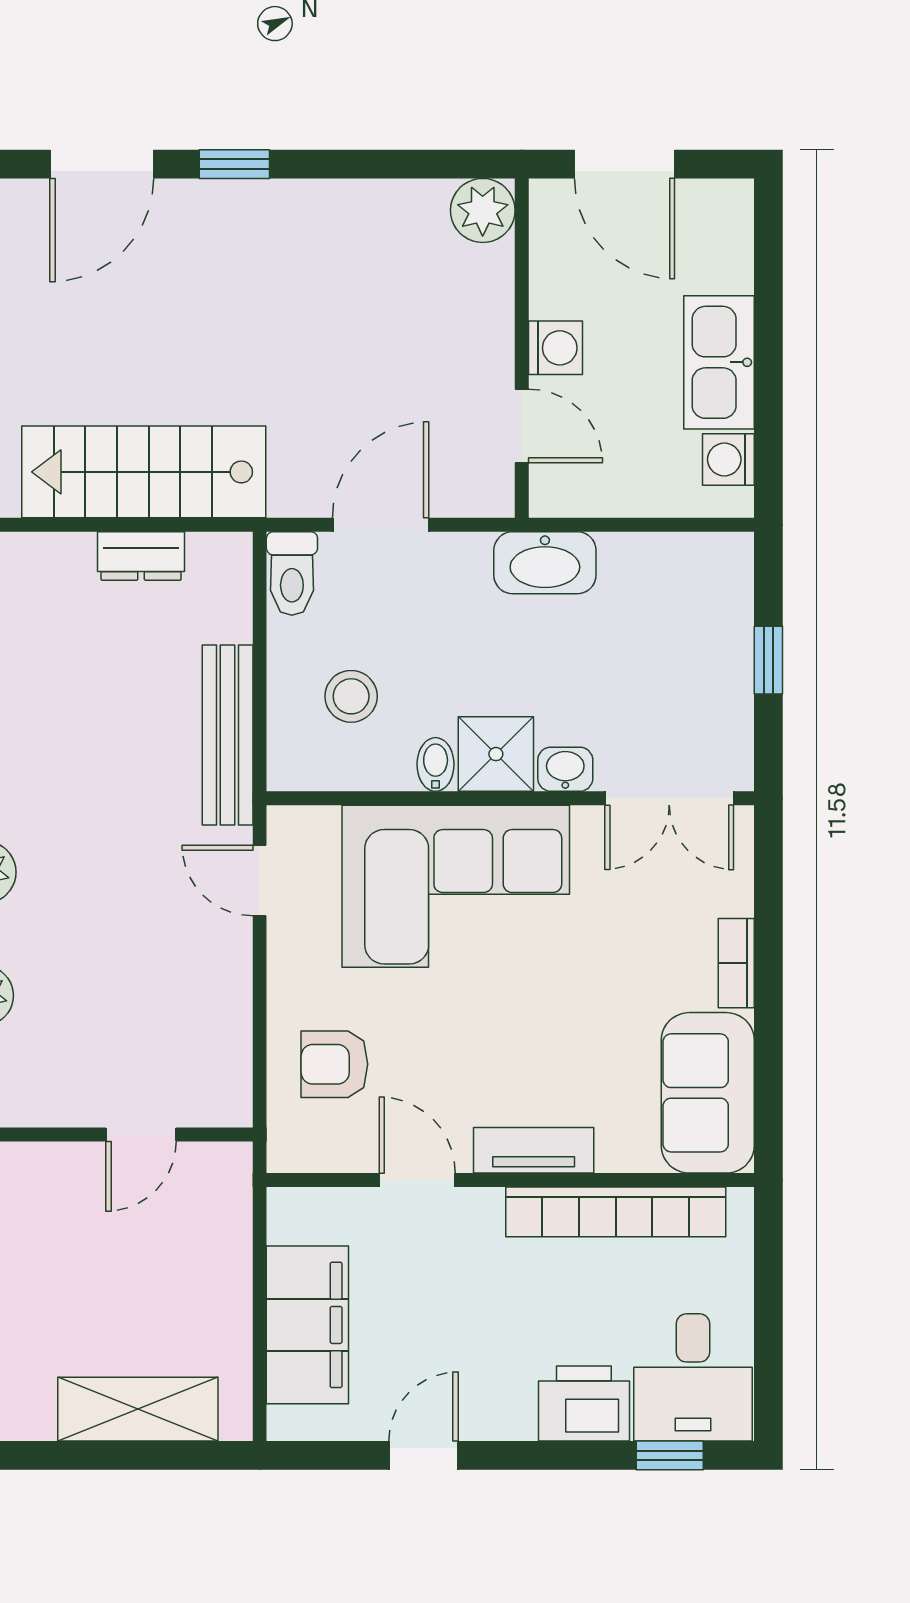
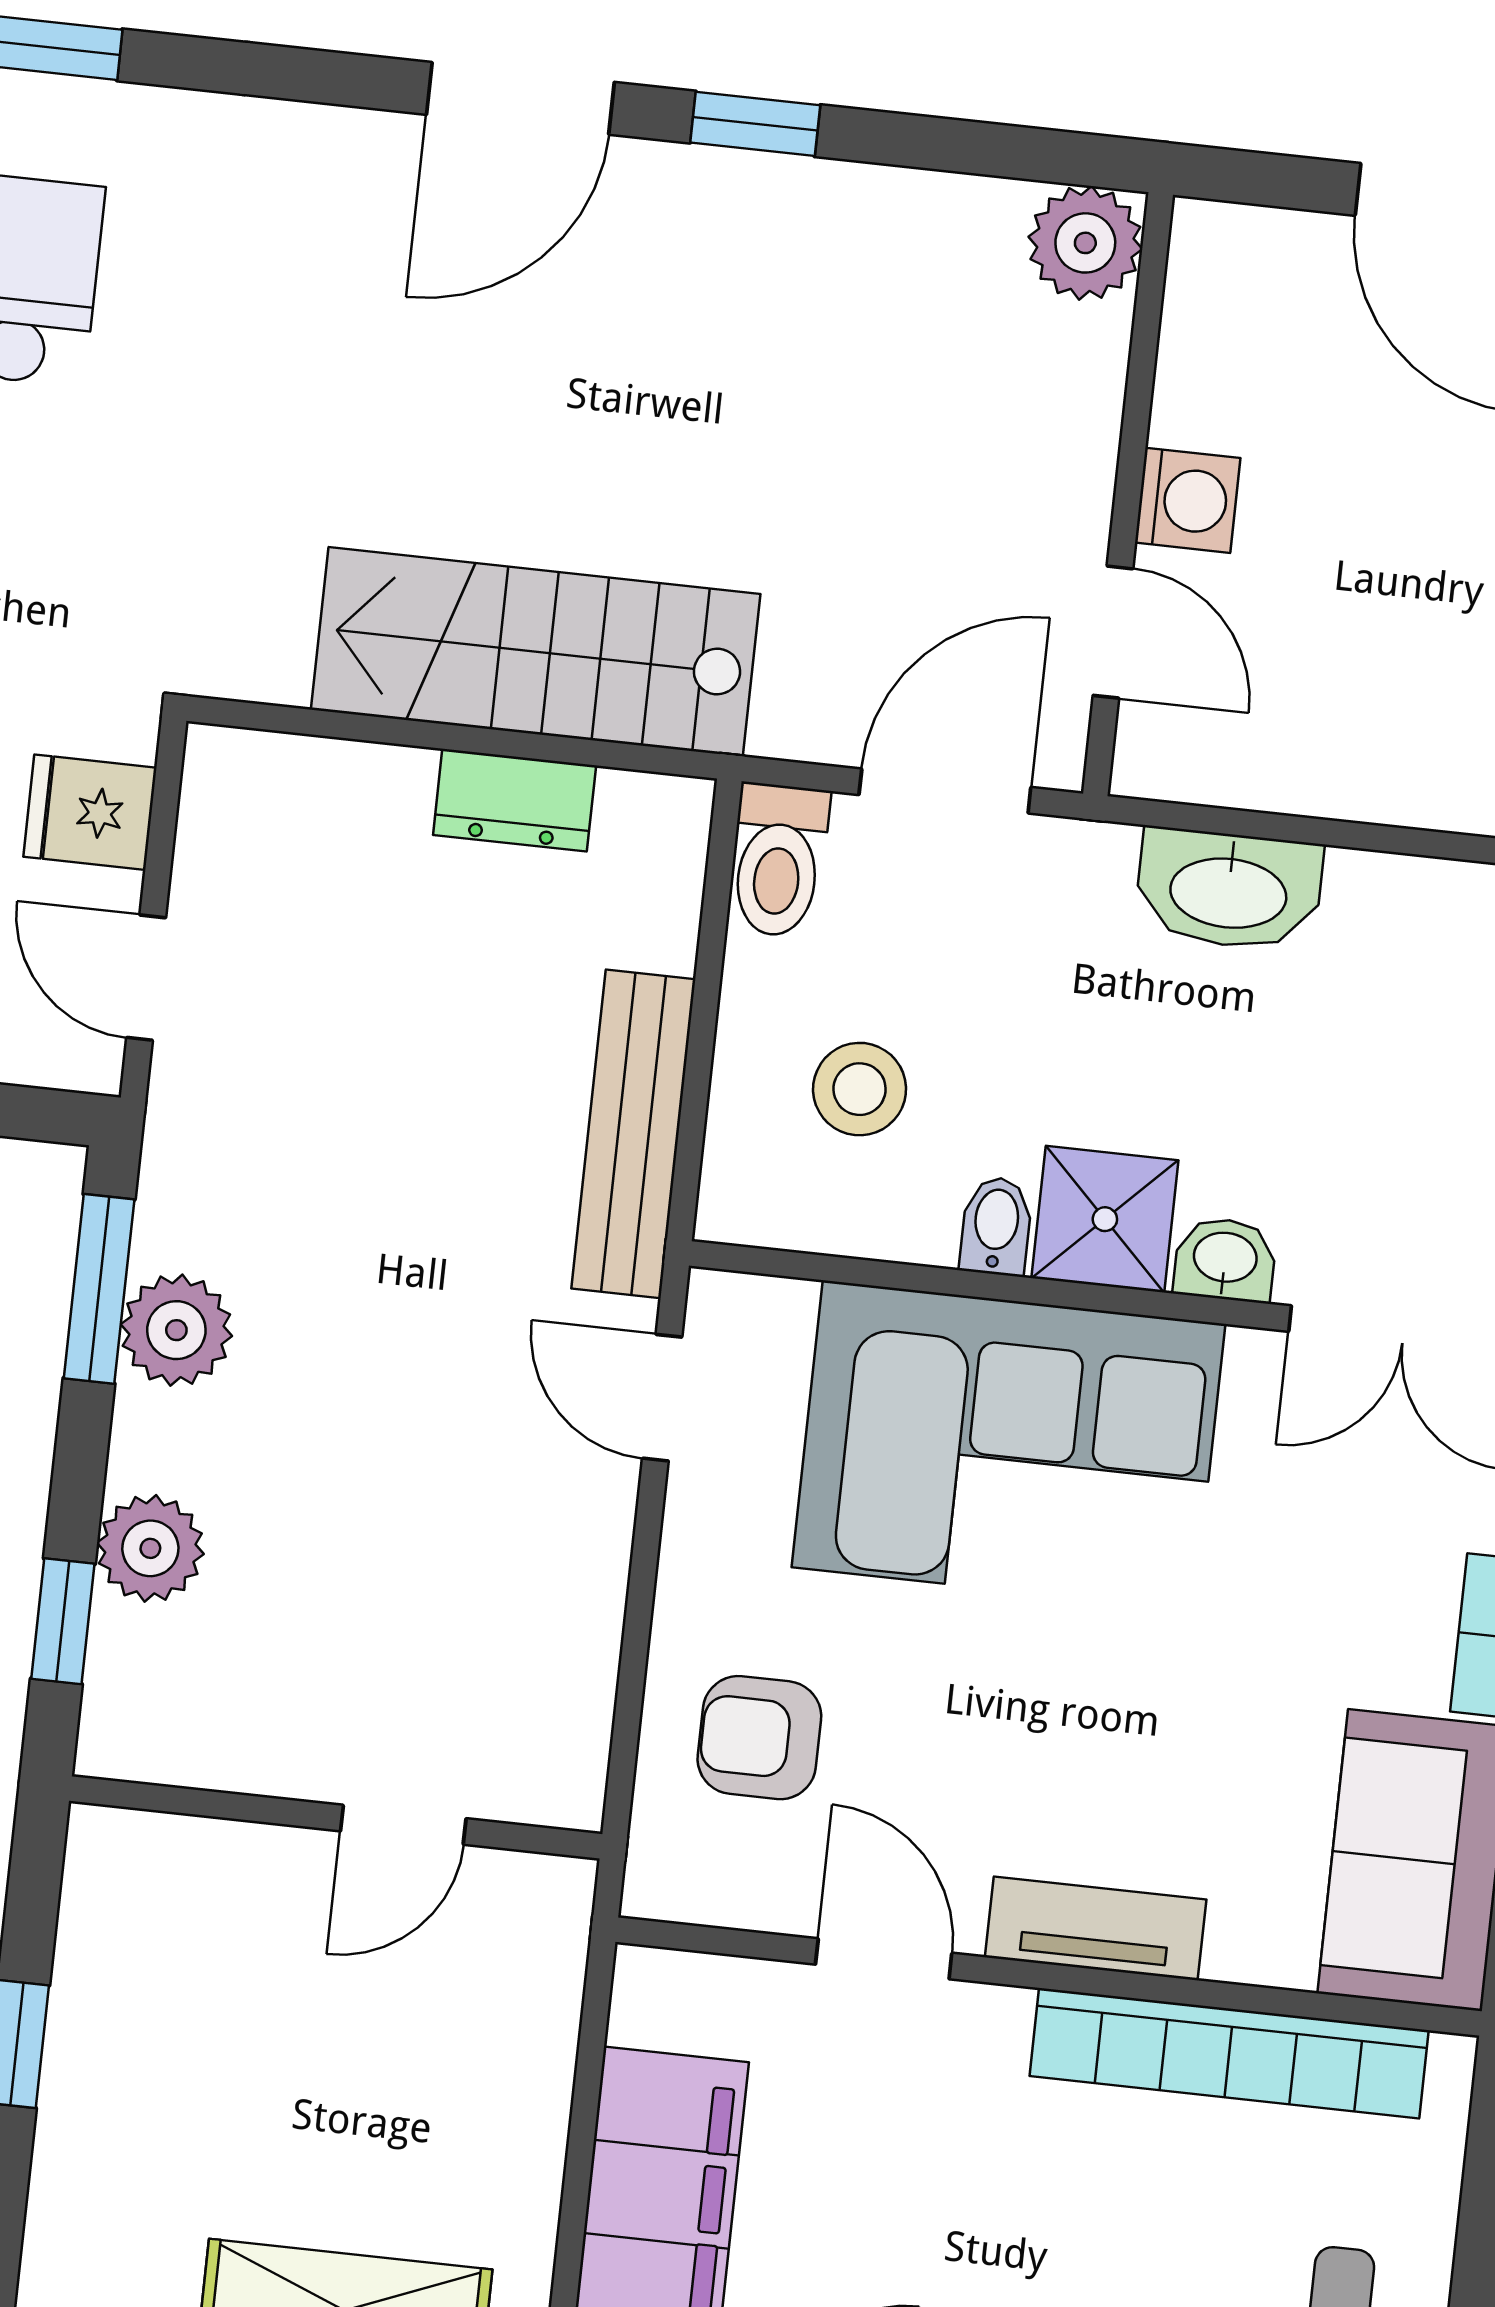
plant: (483, 210) -> (1085, 243), moved
wall: (522, 348) -> (1128, 494), moved
washing machine: (555, 348) -> (1188, 500), moved
door: (522, 426) -> (1113, 632), moved

